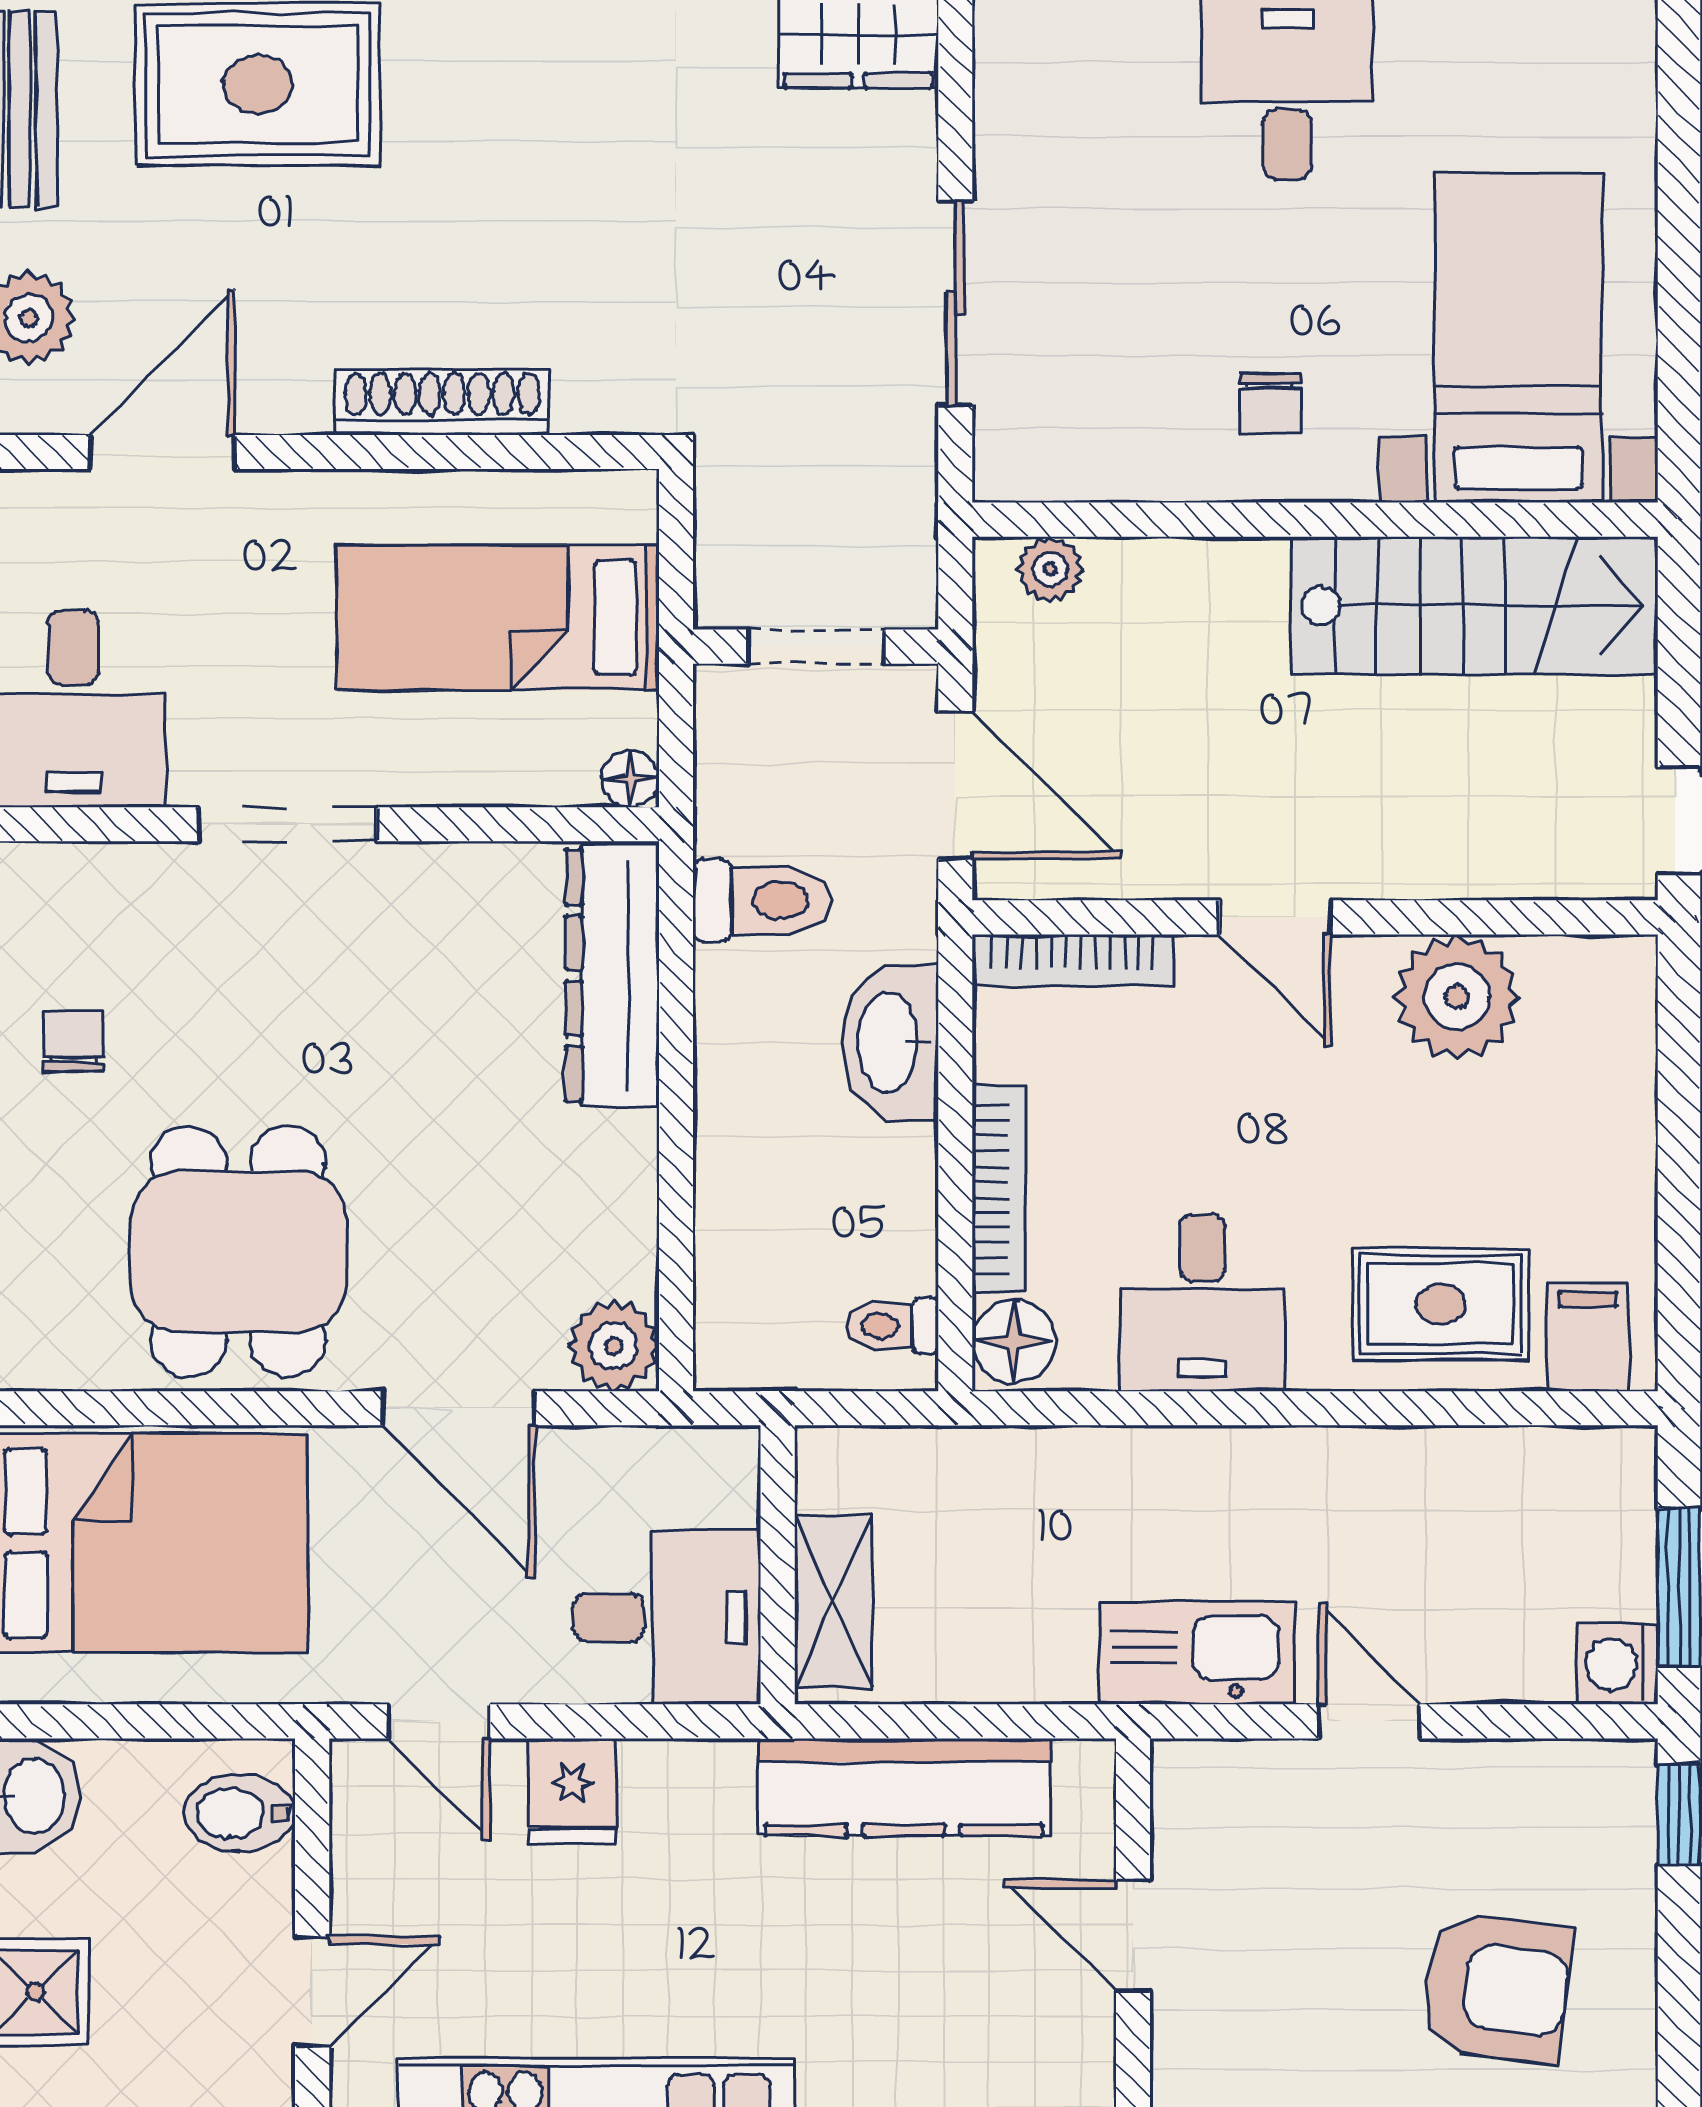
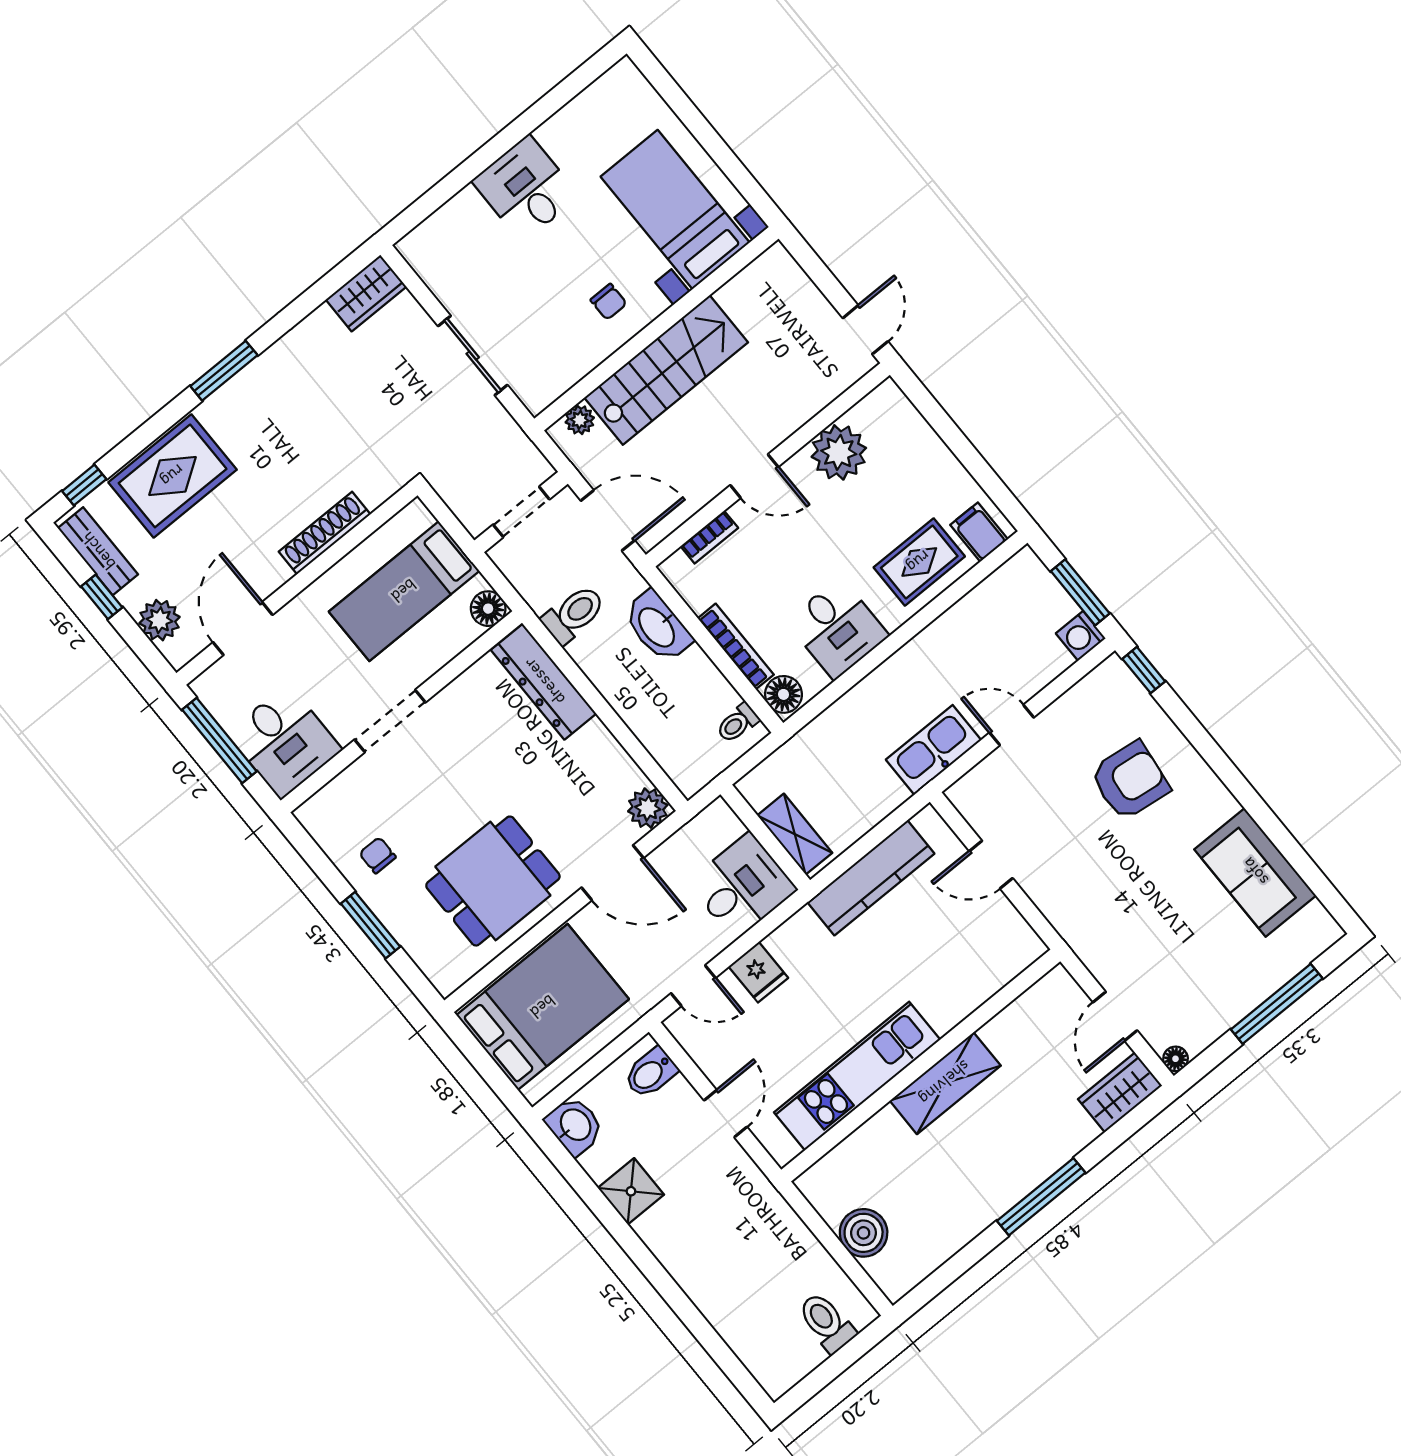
stairs: (1475, 606) -> (666, 370), moved
floor lamp: (631, 779) -> (488, 609), width x1.37, depth x1.37
bookcase: (1073, 960) -> (709, 537), width x0.64
dining table: (238, 1252) -> (493, 881), turned 90

